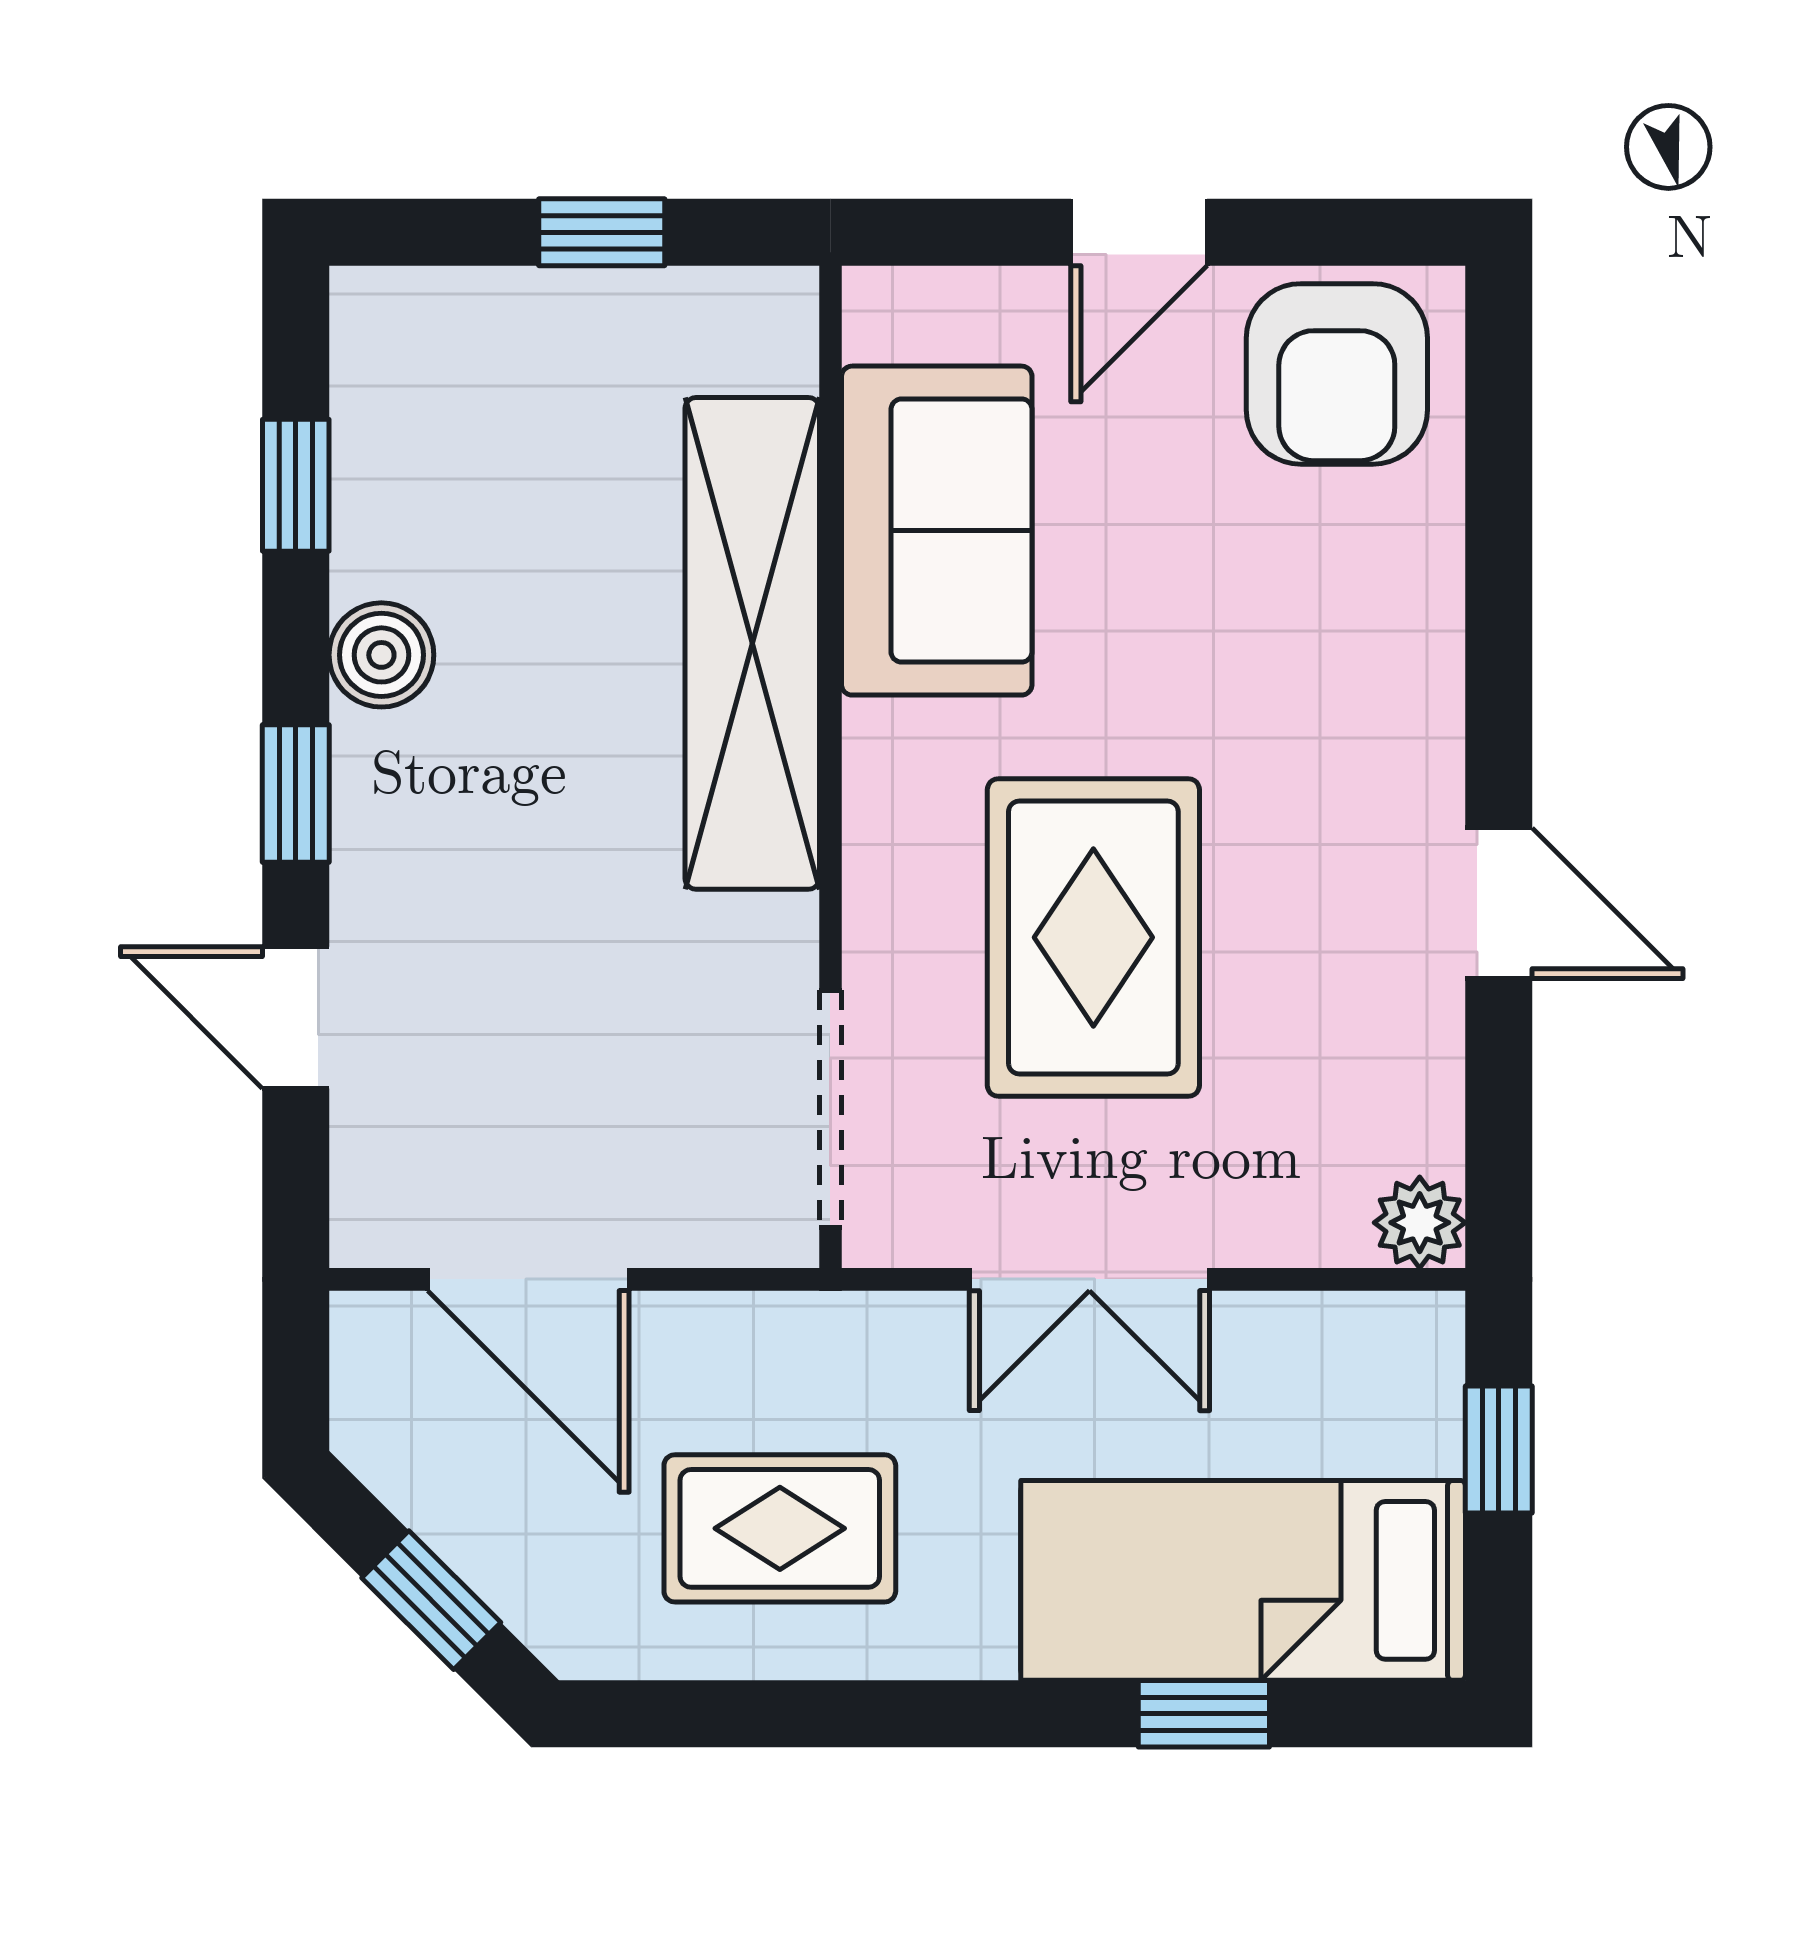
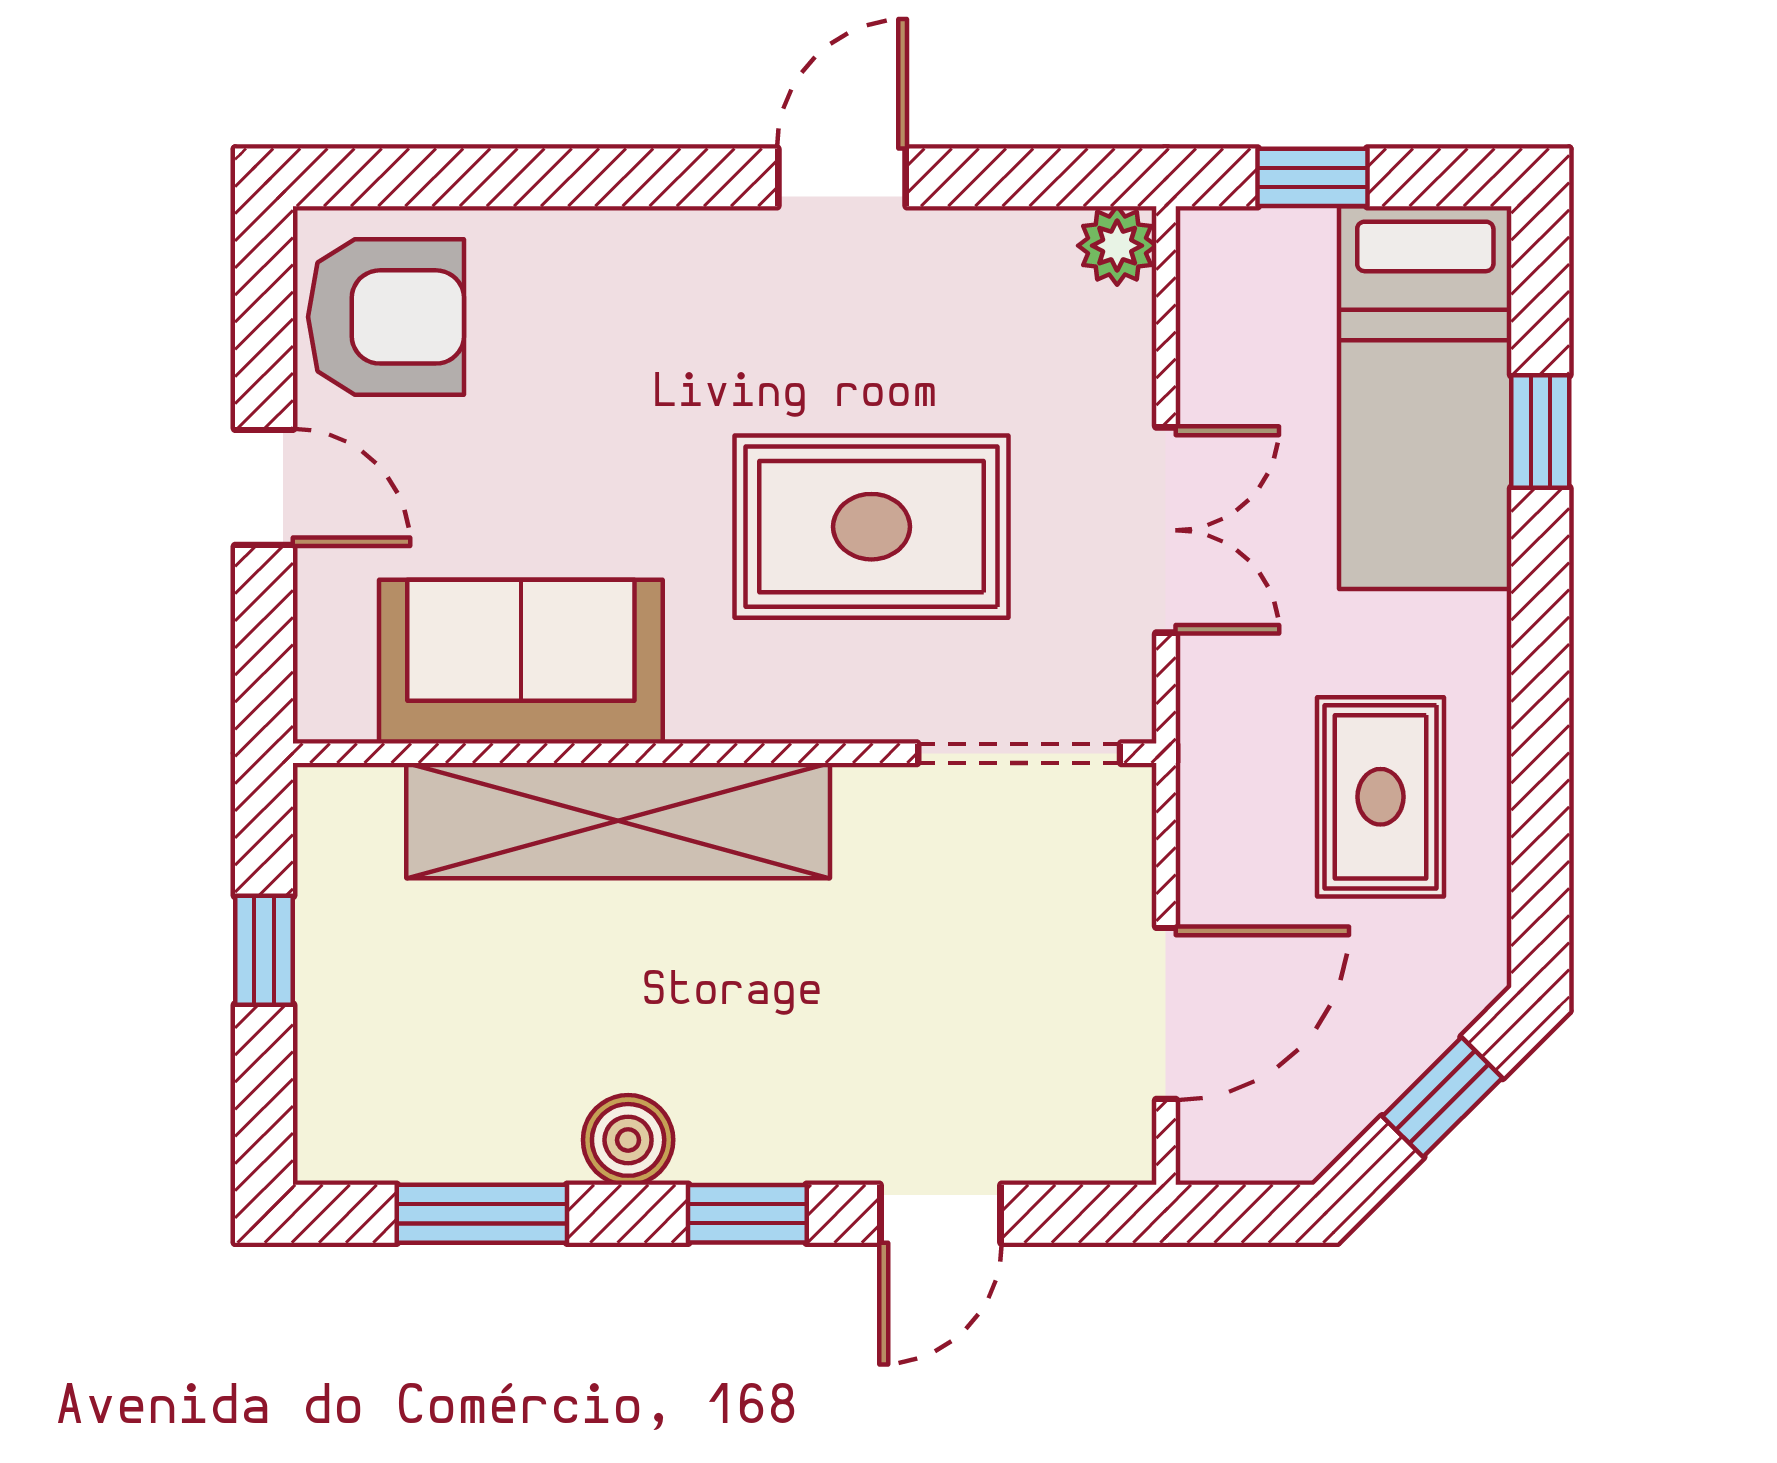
window: (296, 485) -> (482, 1214), width x1.50

